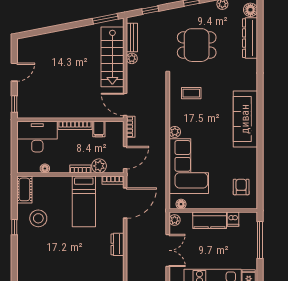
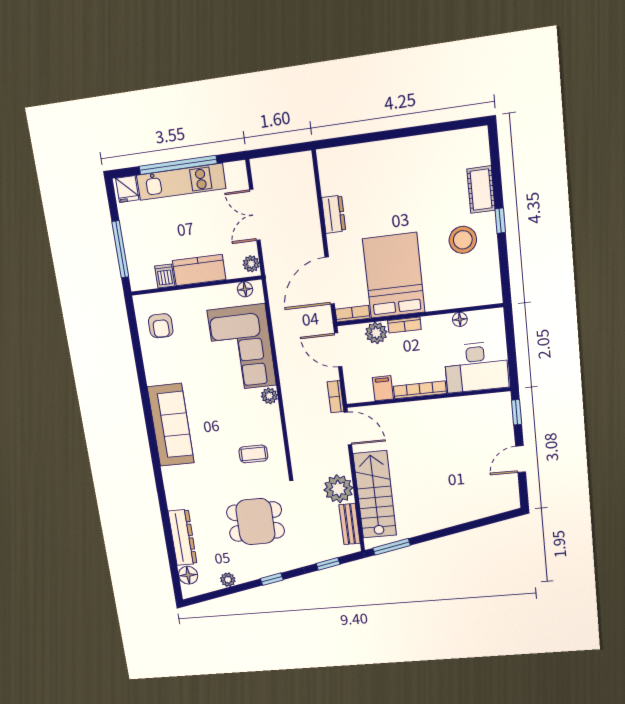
plant: (132, 58) -> (338, 489), width x1.87, depth x1.87
door: (125, 158) -> (338, 350), hinge flipped
cot: (24, 189) -> (481, 190), moved
bed: (84, 201) -> (394, 276), width x1.50

